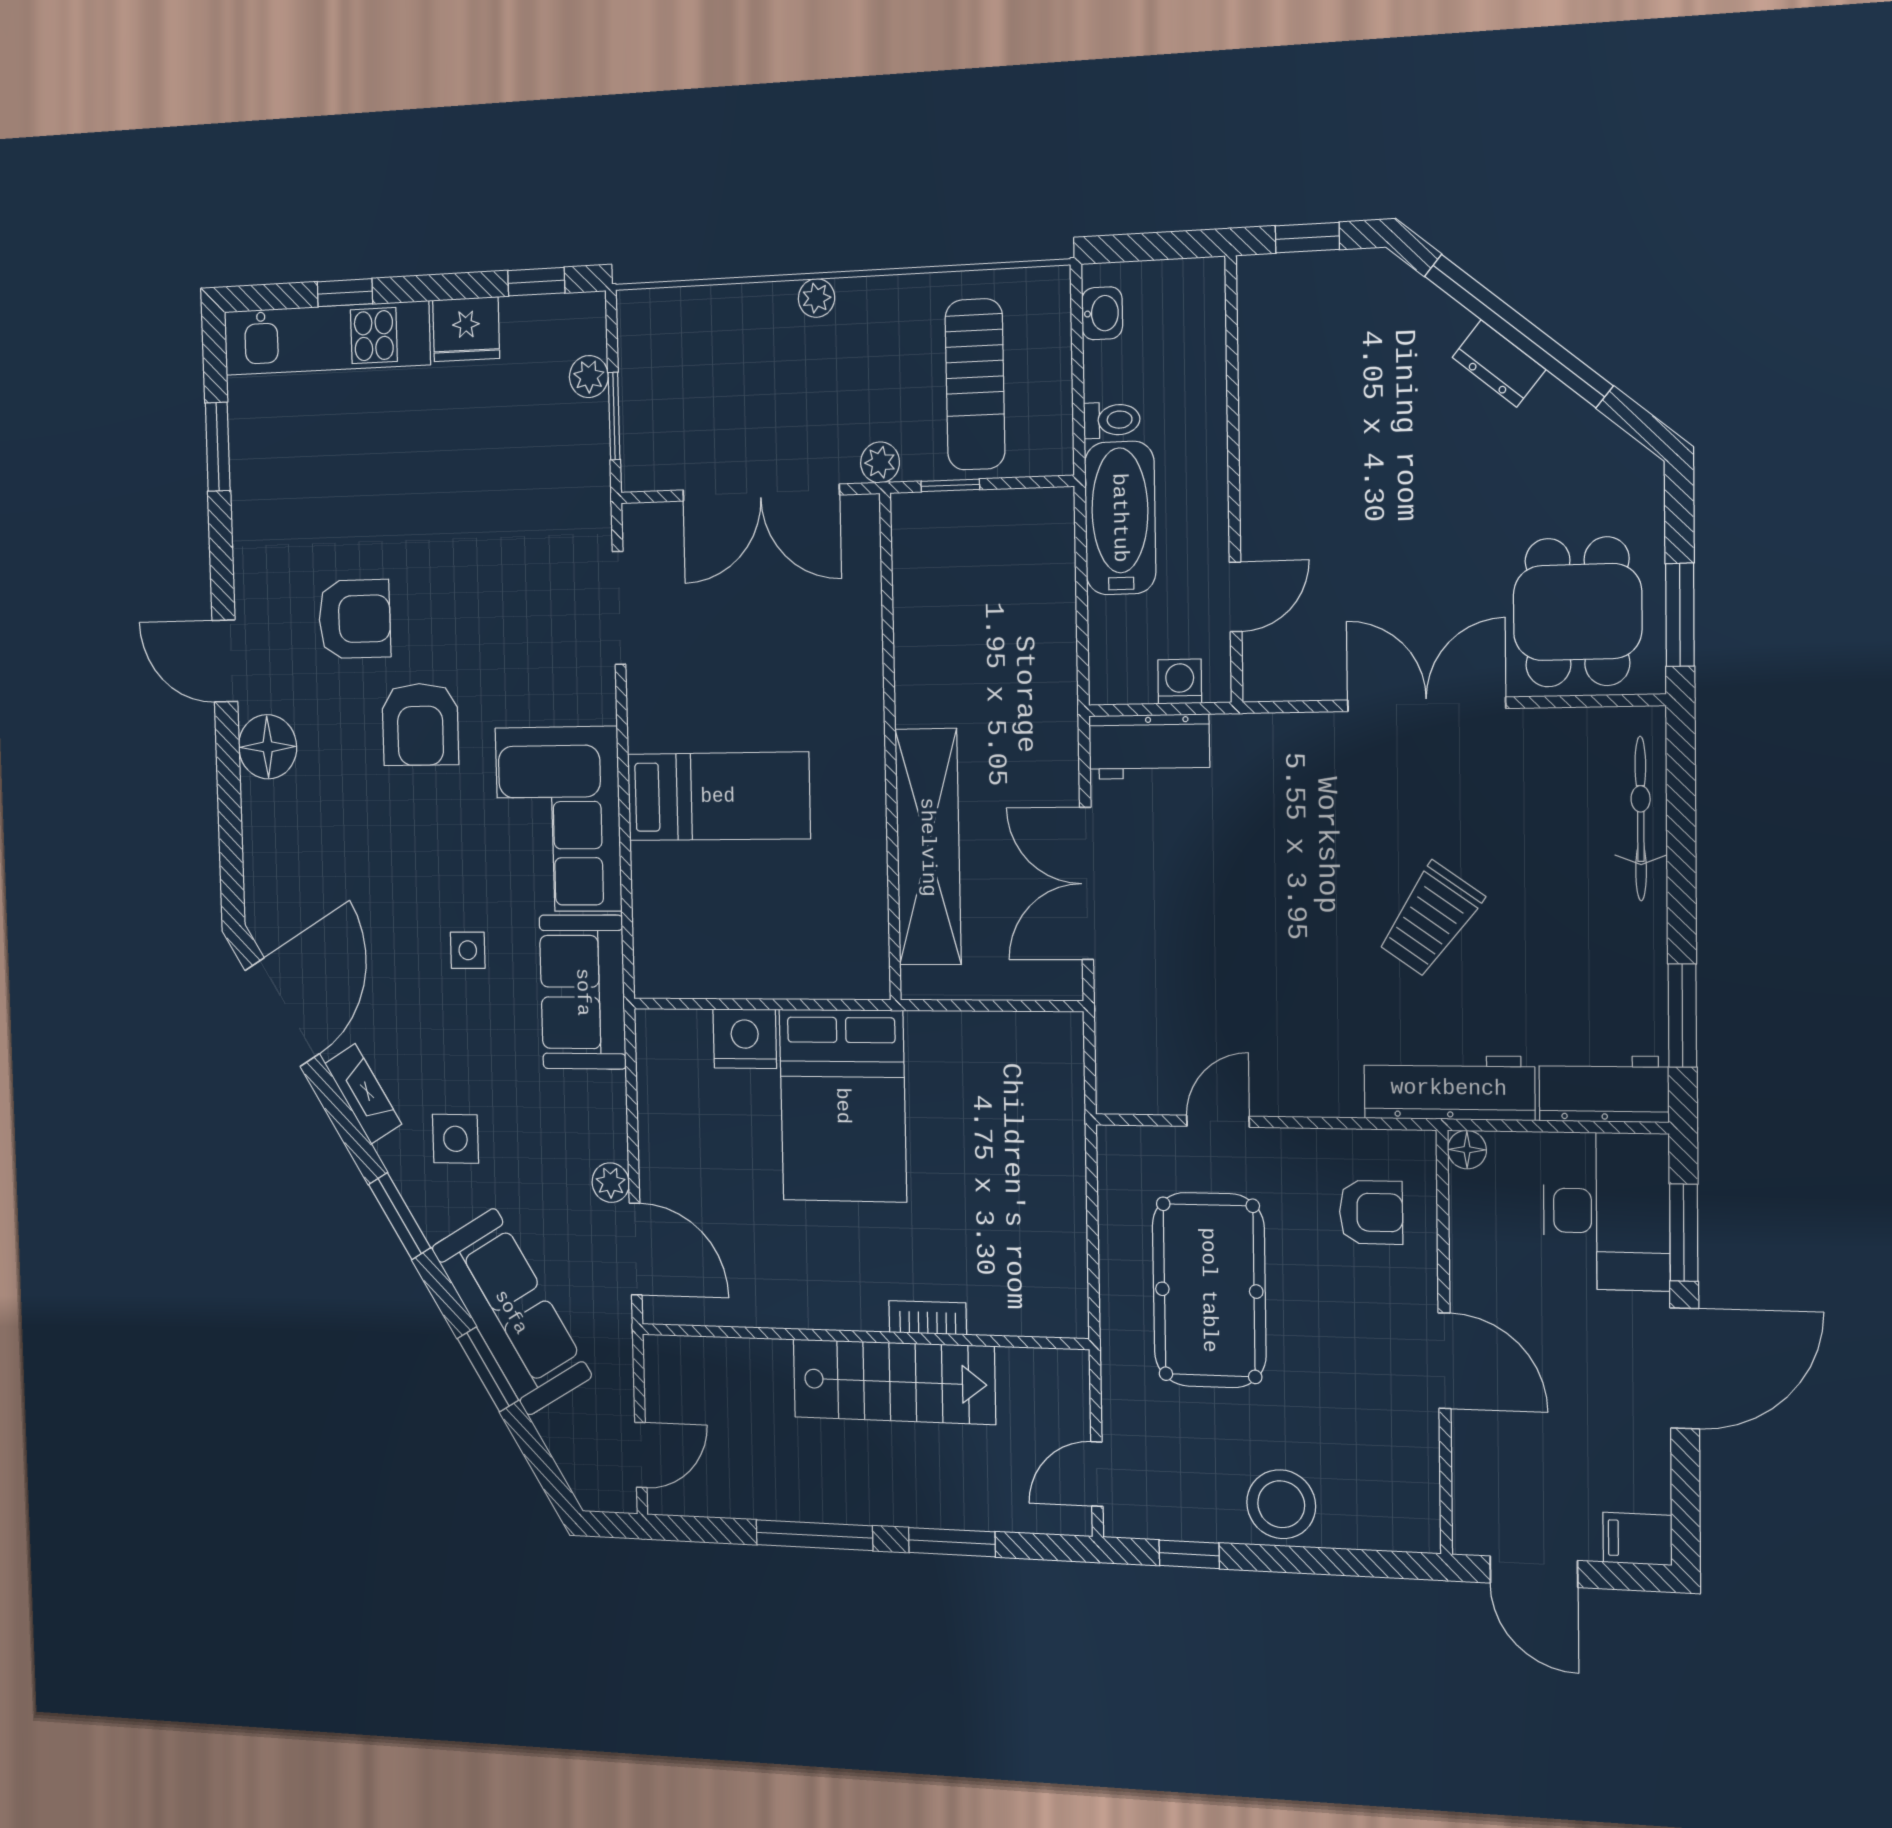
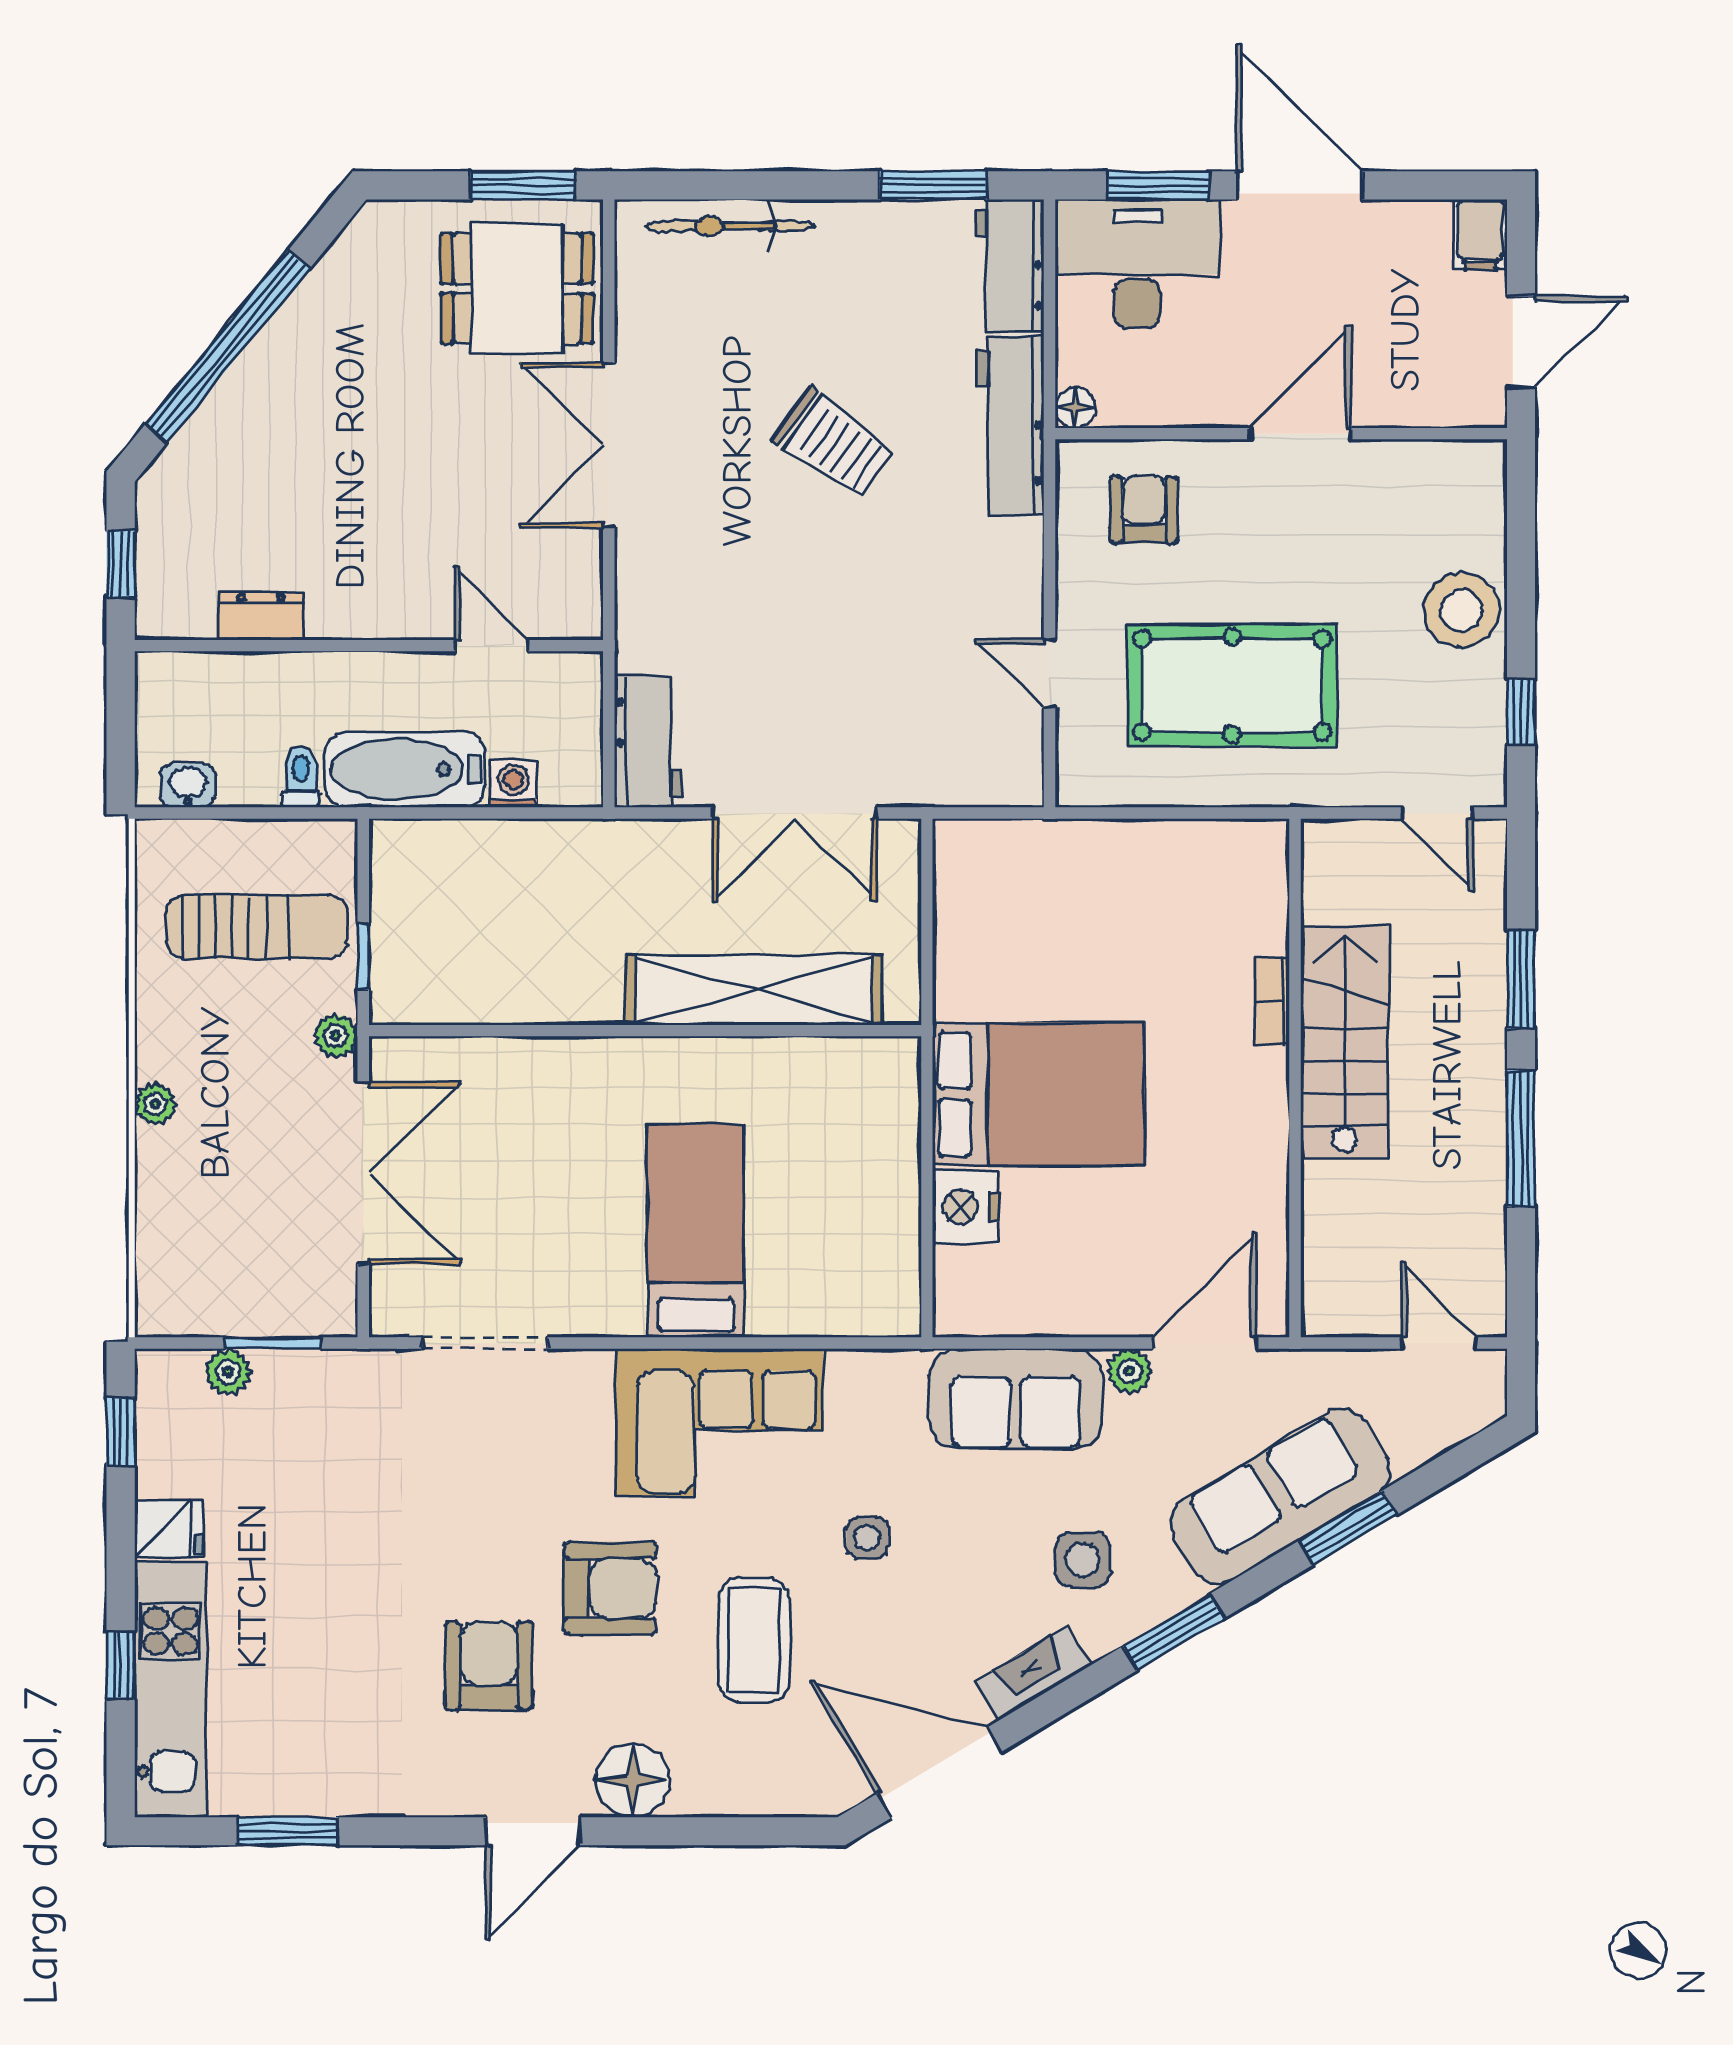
fridge: (466, 329) -> (169, 1529), width x0.72
dresser: (1499, 363) -> (261, 616), moved, turned -129
washing machine: (1180, 682) -> (513, 784), moved, turned 90
coffee table: (382, 852) -> (754, 1640), added
sofa: (583, 992) -> (1016, 1399), moved

